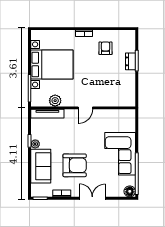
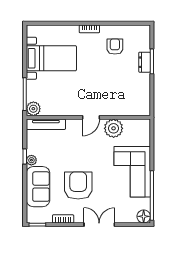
bed with nightstands: (52, 64) -> (51, 58), width x0.73
plant: (55, 101) -> (33, 109), moved
plant: (104, 117) -> (114, 128), added
armchair: (75, 165) -> (78, 186), turned -90

